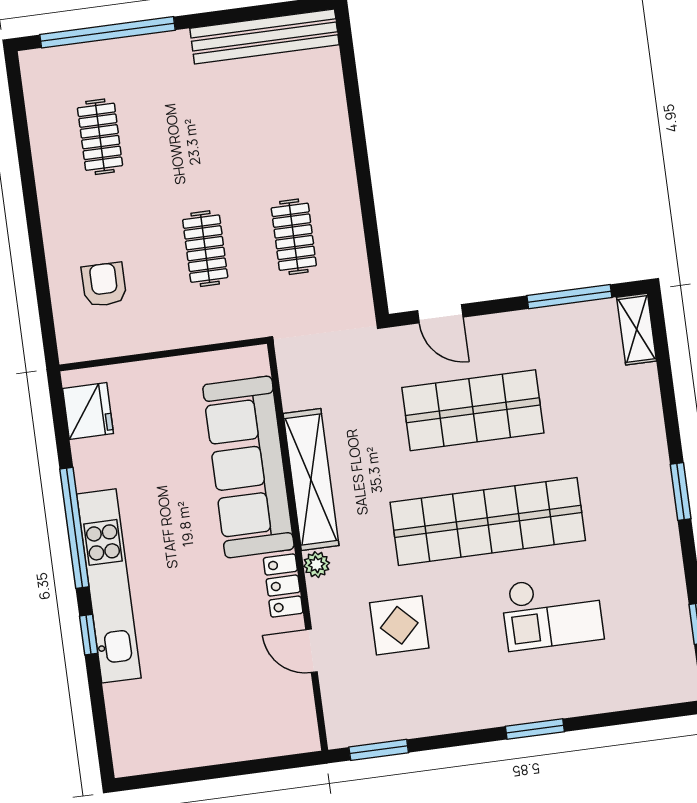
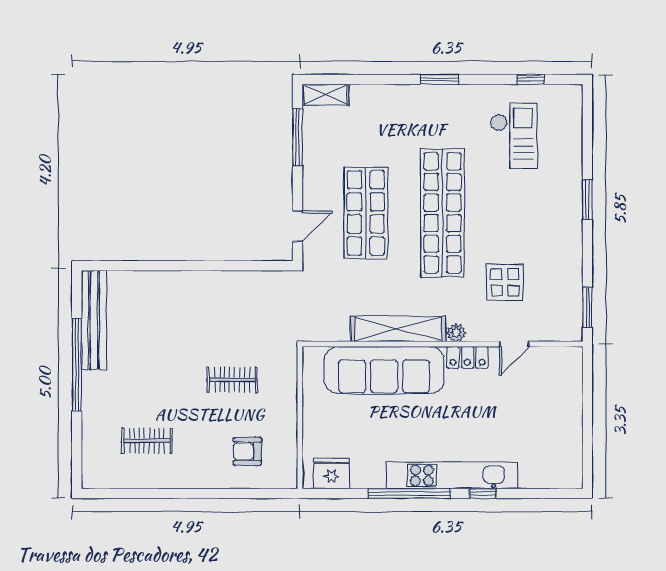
window: (107, 32) -> (77, 365), moved
clothes rail: (294, 237) -> (232, 318), removed
checkout: (552, 612) -> (514, 136), moved

